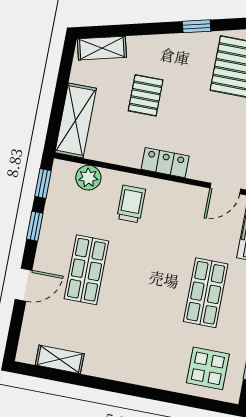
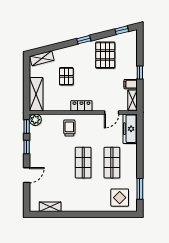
plant: (88, 178) -> (35, 120), moved
shop shelf: (86, 270) -> (83, 163), moved

